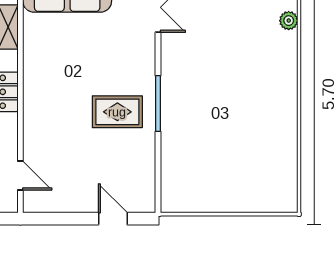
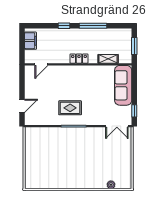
rug: (117, 112) -> (70, 108), turned 90

